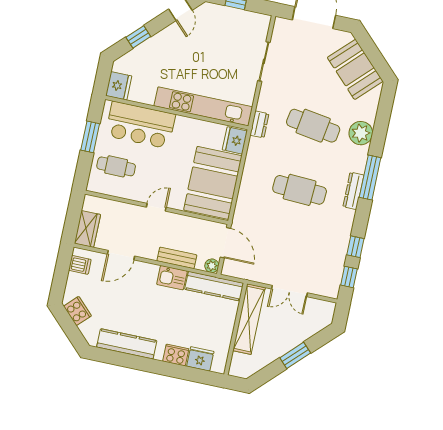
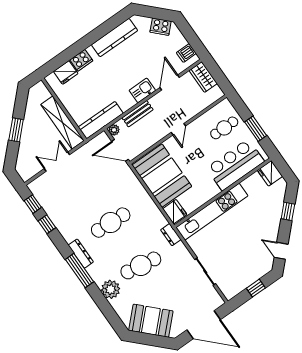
kitchen sink: (172, 278) -> (142, 90), moved

